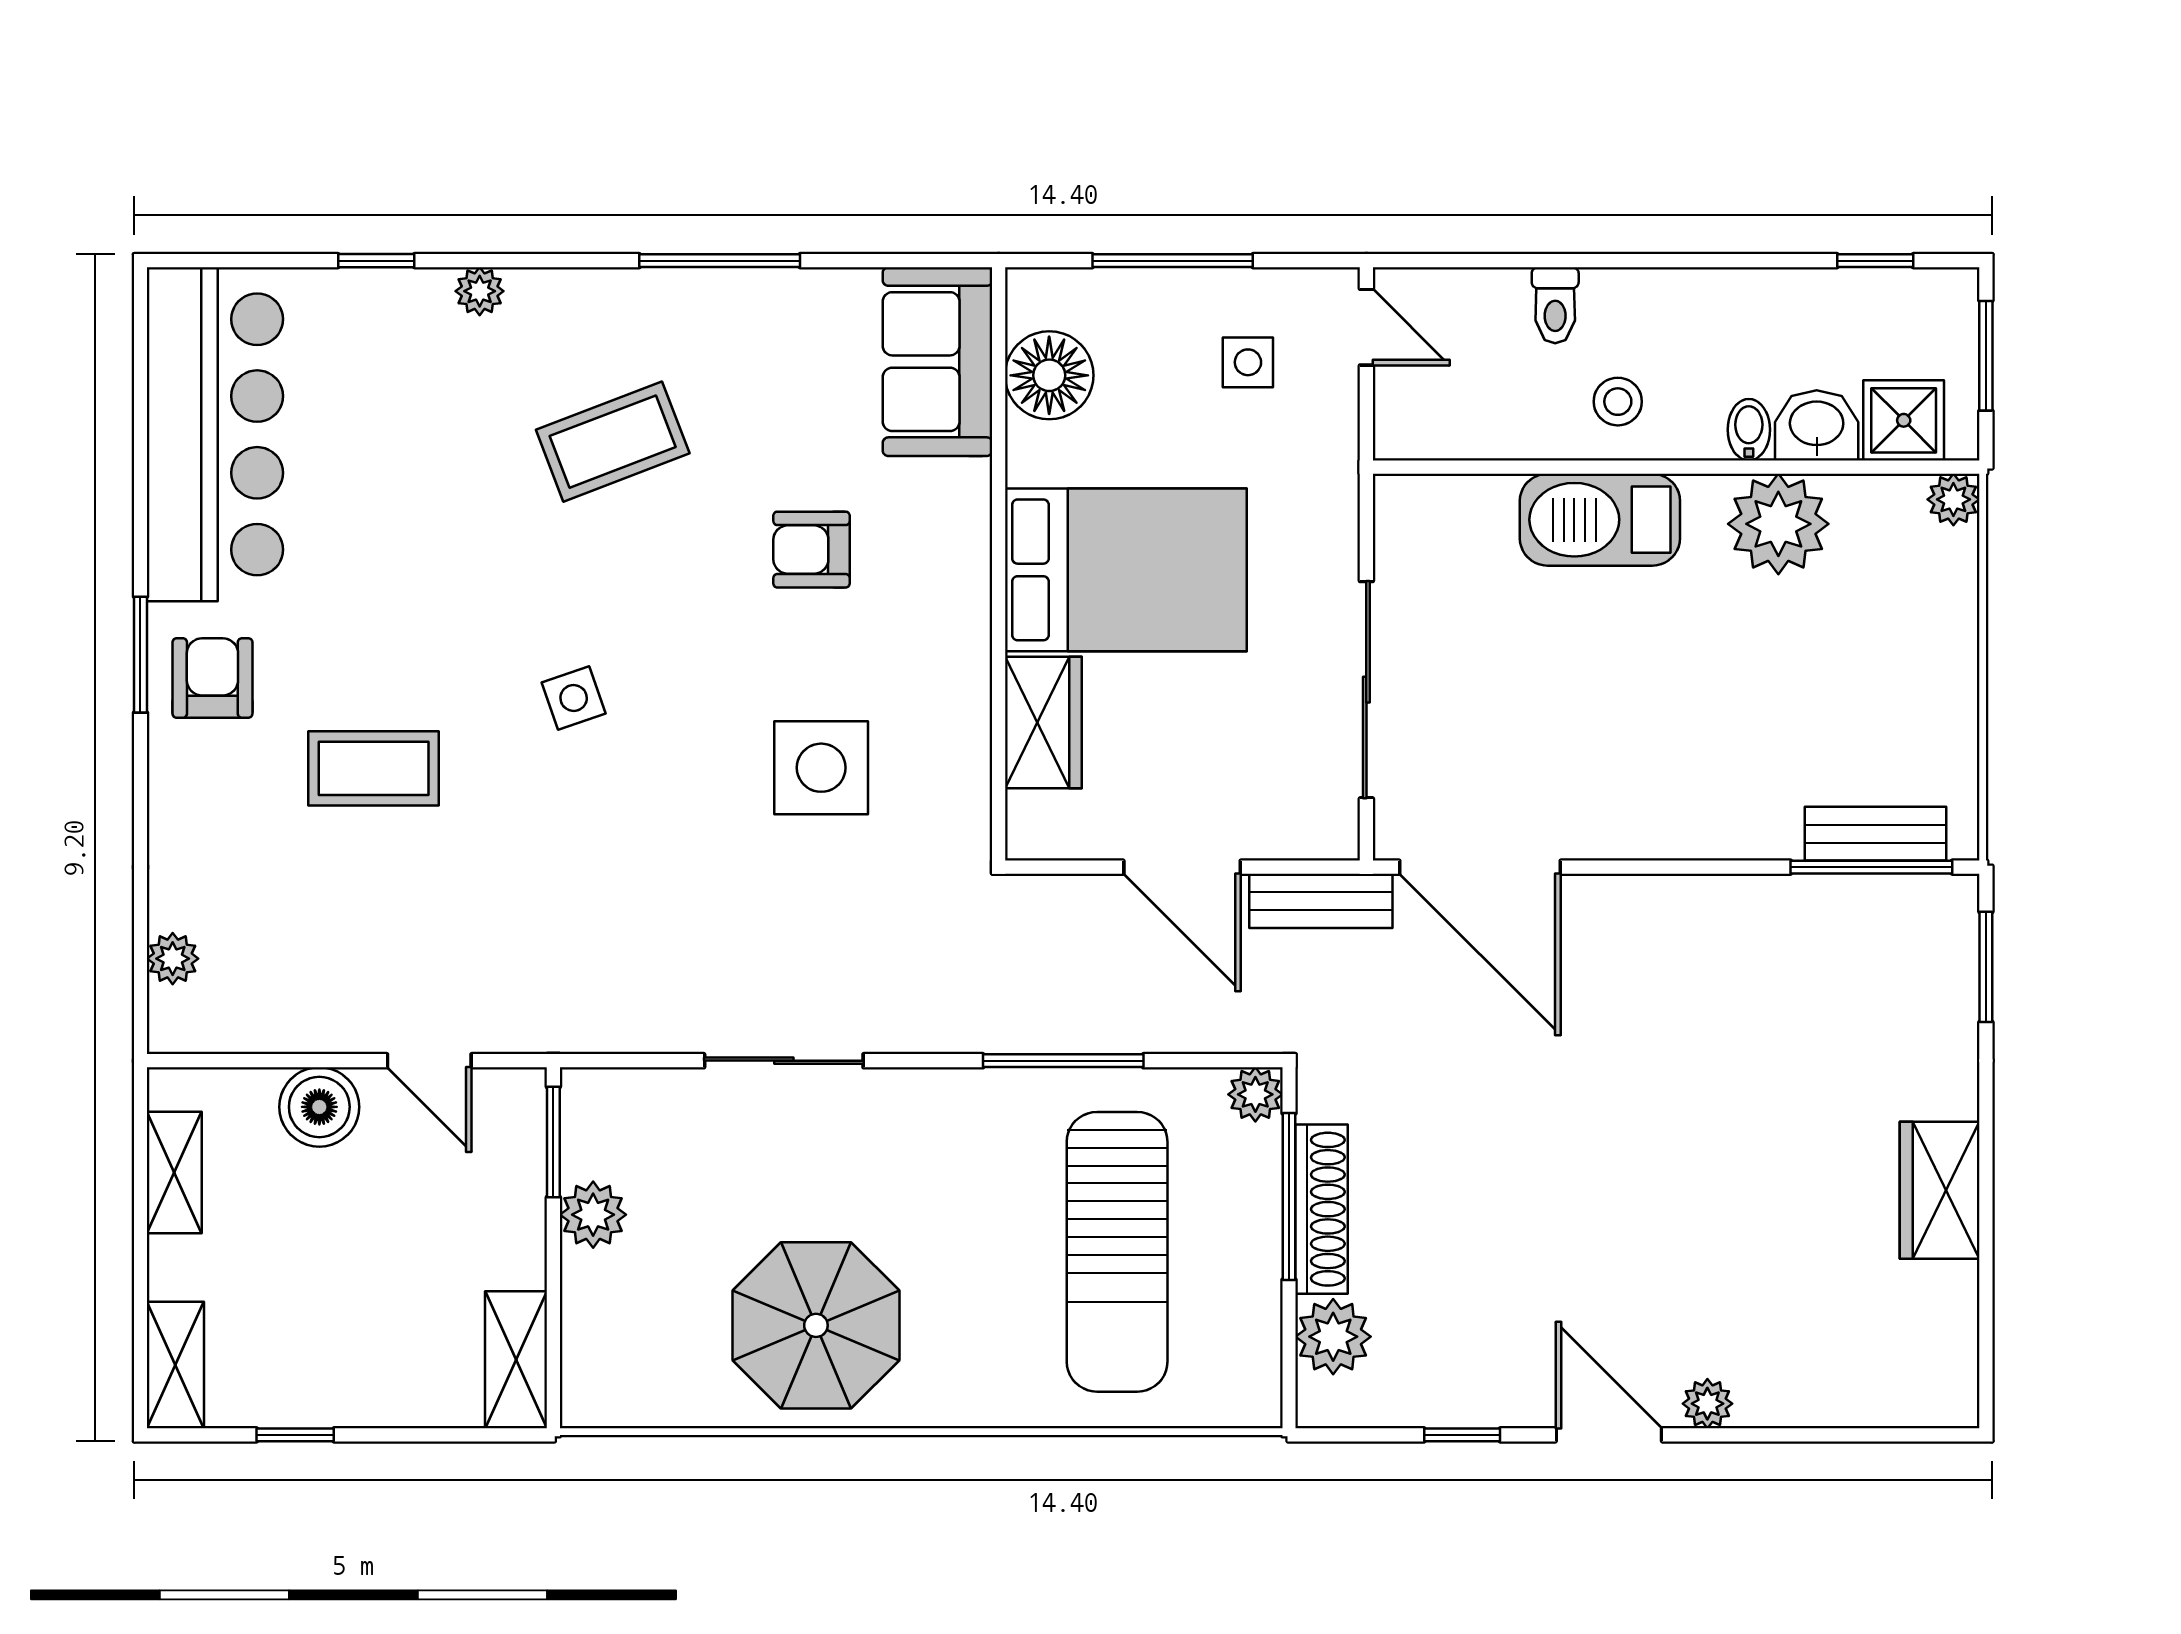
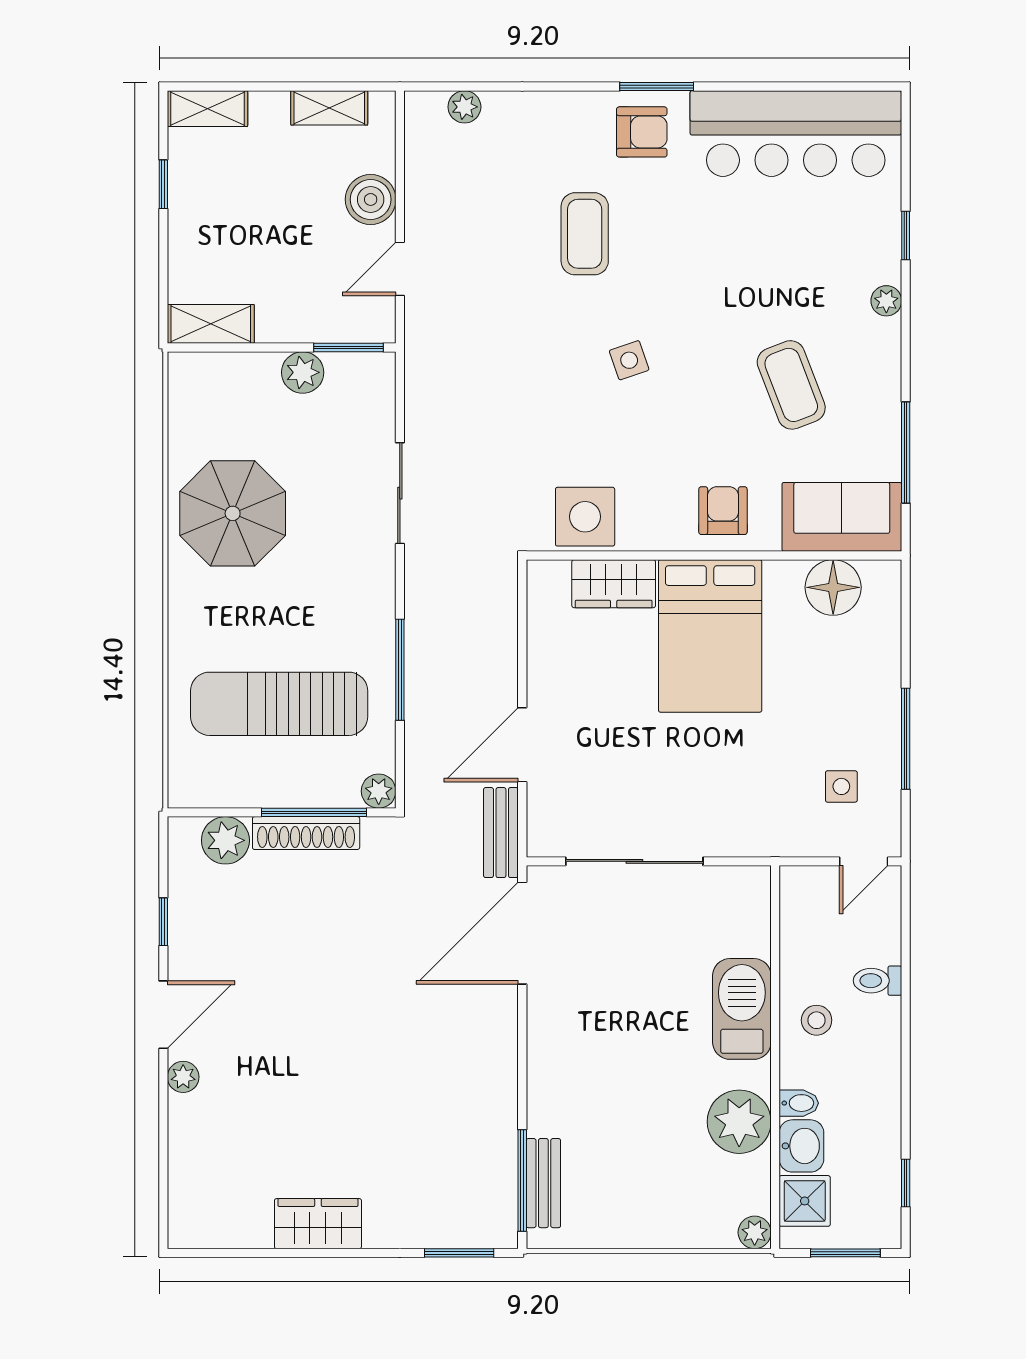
sofa: (938, 362) -> (842, 517), moved
floor lamp: (1049, 375) -> (833, 587), moved
wall: (999, 564) -> (714, 555), moved
bed: (1126, 570) -> (710, 636), moved
wardrobe: (1043, 723) -> (614, 584), moved

